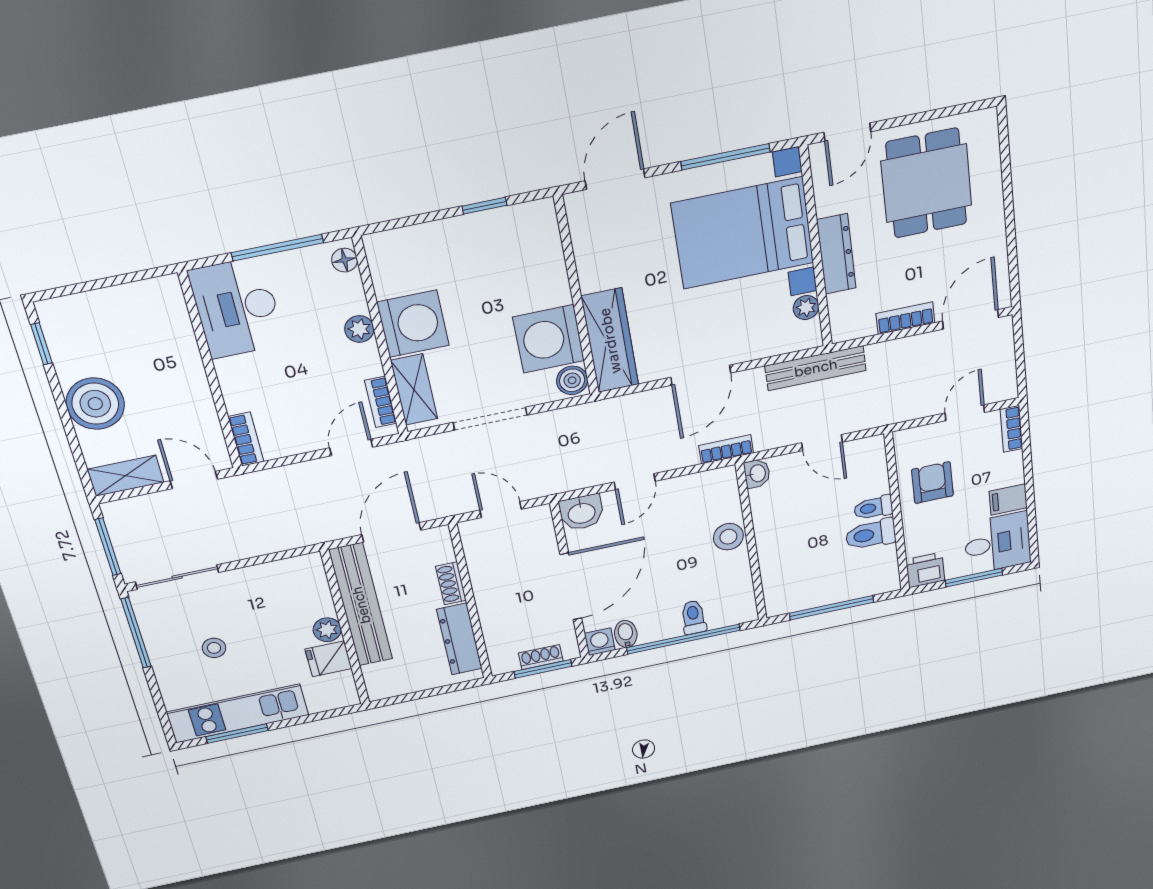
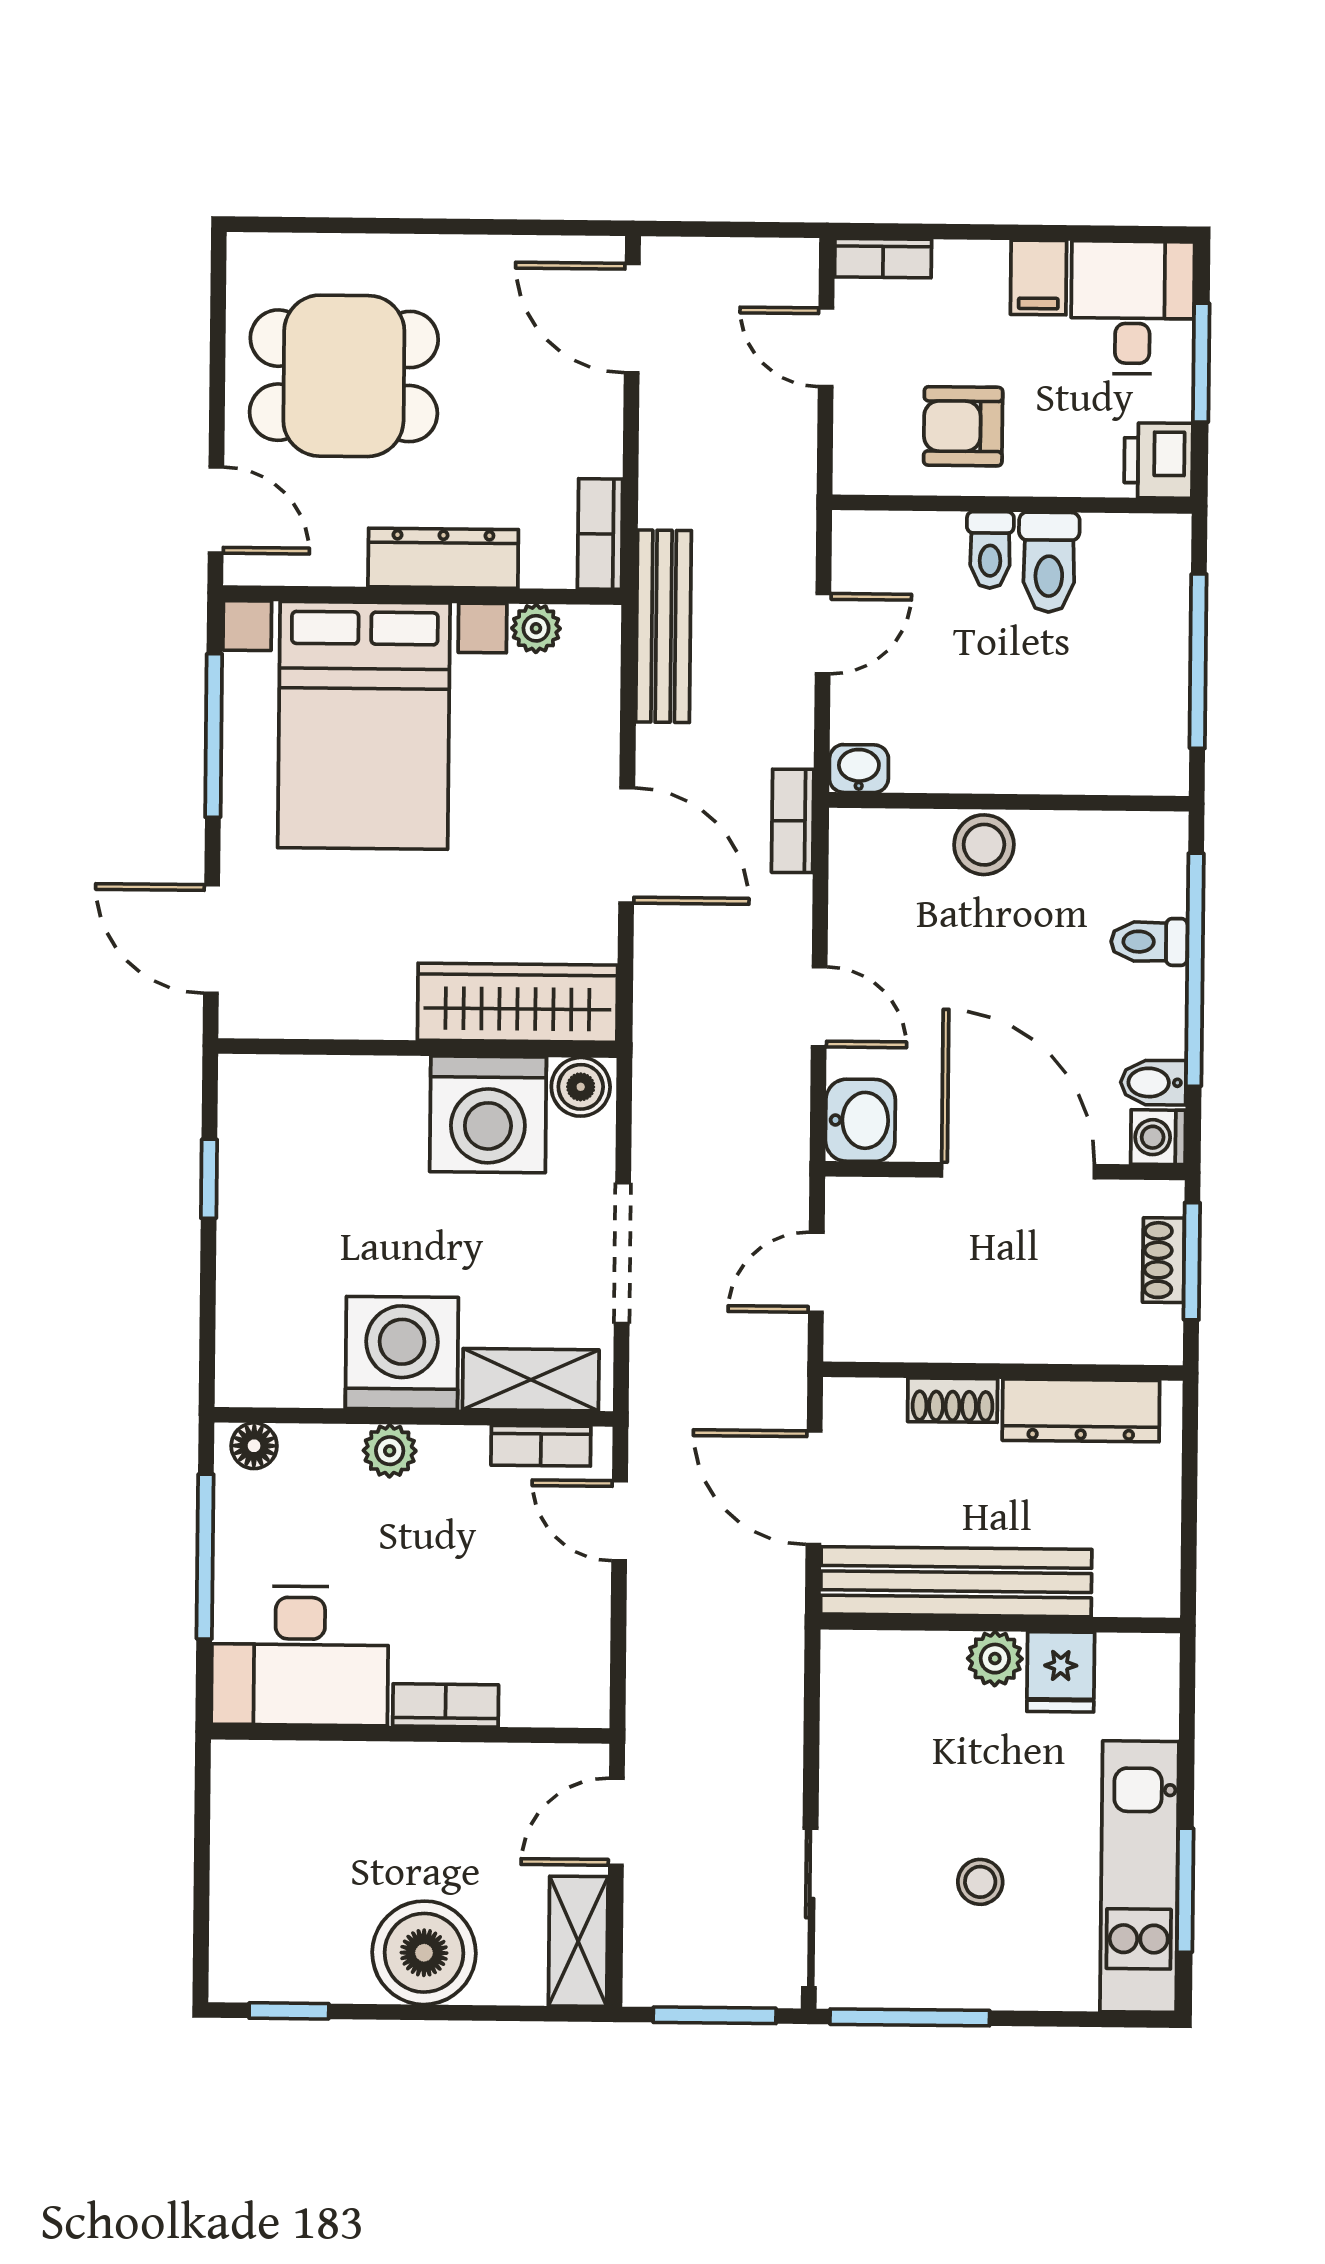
bookcase: (905, 318) -> (600, 534), moved
bookcase: (246, 439) -> (446, 1705), moved

